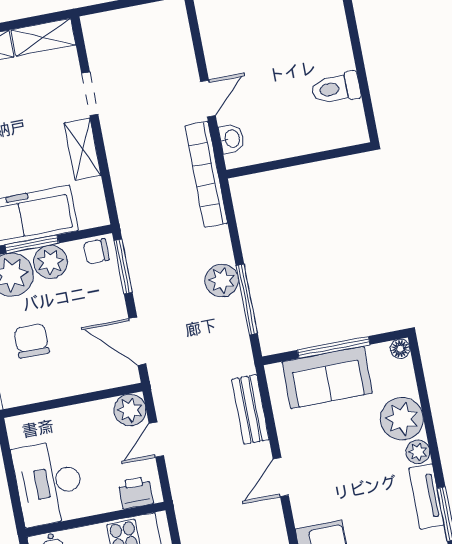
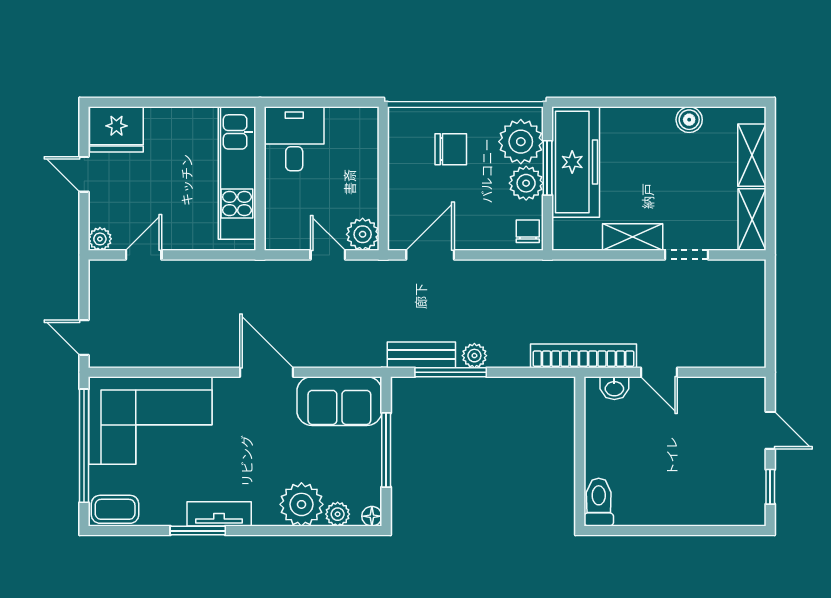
toilet: (336, 88) -> (599, 502), moved
window: (123, 266) -> (508, 255), removed
plant: (222, 280) -> (474, 356), width x0.73, depth x0.73
sofa: (327, 377) -> (339, 401), moved, turned -90
bench: (250, 409) -> (421, 355), moved
plant: (418, 452) -> (338, 514), moved
door: (281, 477) -> (266, 372), width x1.38
desk: (49, 483) -> (294, 139), width x0.73
printer: (136, 493) -> (279, 224), removed

